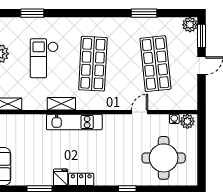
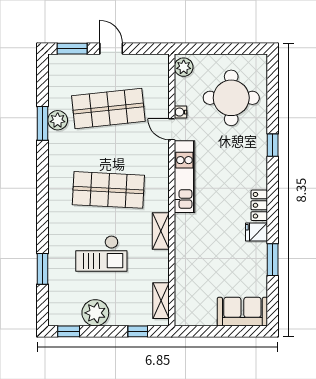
plant: (190, 25) -> (58, 120), moved
water cooler: (174, 119) -> (180, 112), moved
kitchen unit: (74, 122) -> (184, 177), moved

